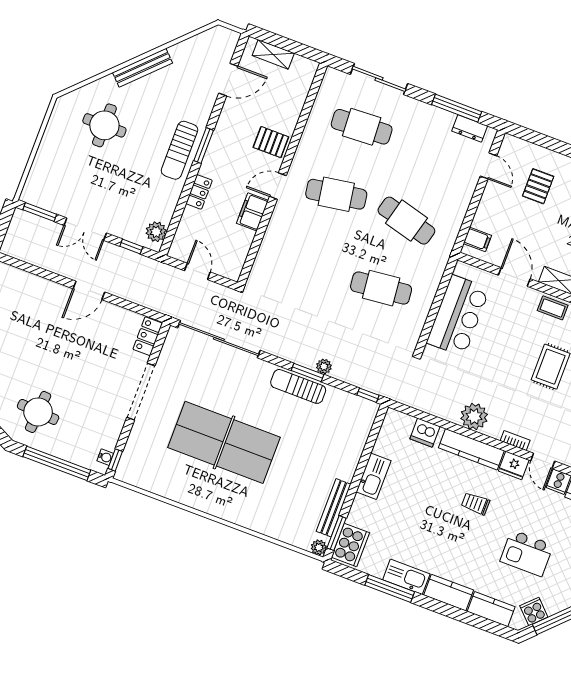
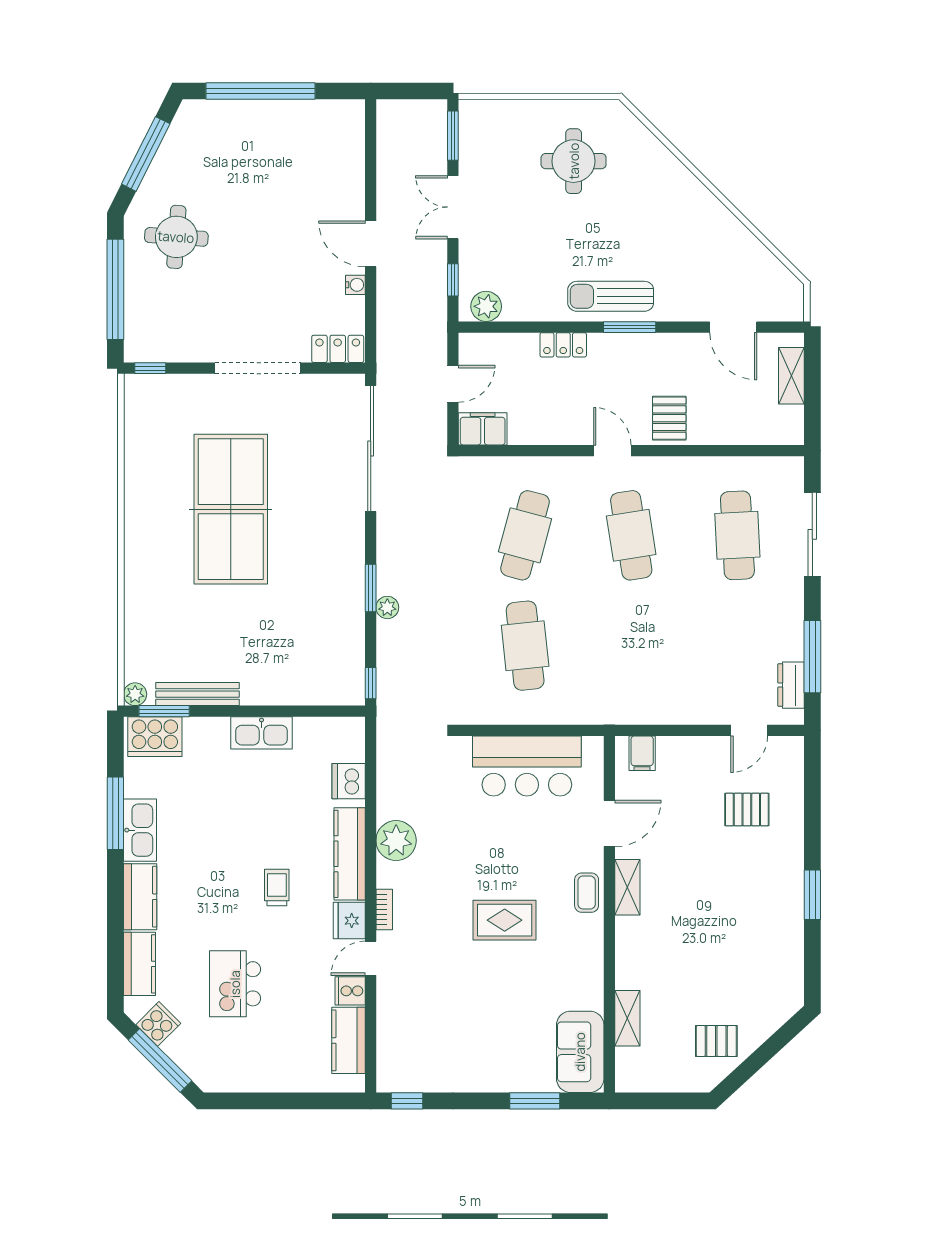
bench: (142, 68) -> (705, 202), removed
round table: (104, 125) -> (574, 161), moved
filing cabinet: (252, 212) -> (483, 429), moved
cafe table: (406, 221) -> (525, 535), moved
sun lounger: (298, 386) -> (346, 582), removed
water cooler: (105, 457) -> (355, 285), moved, turned -90

